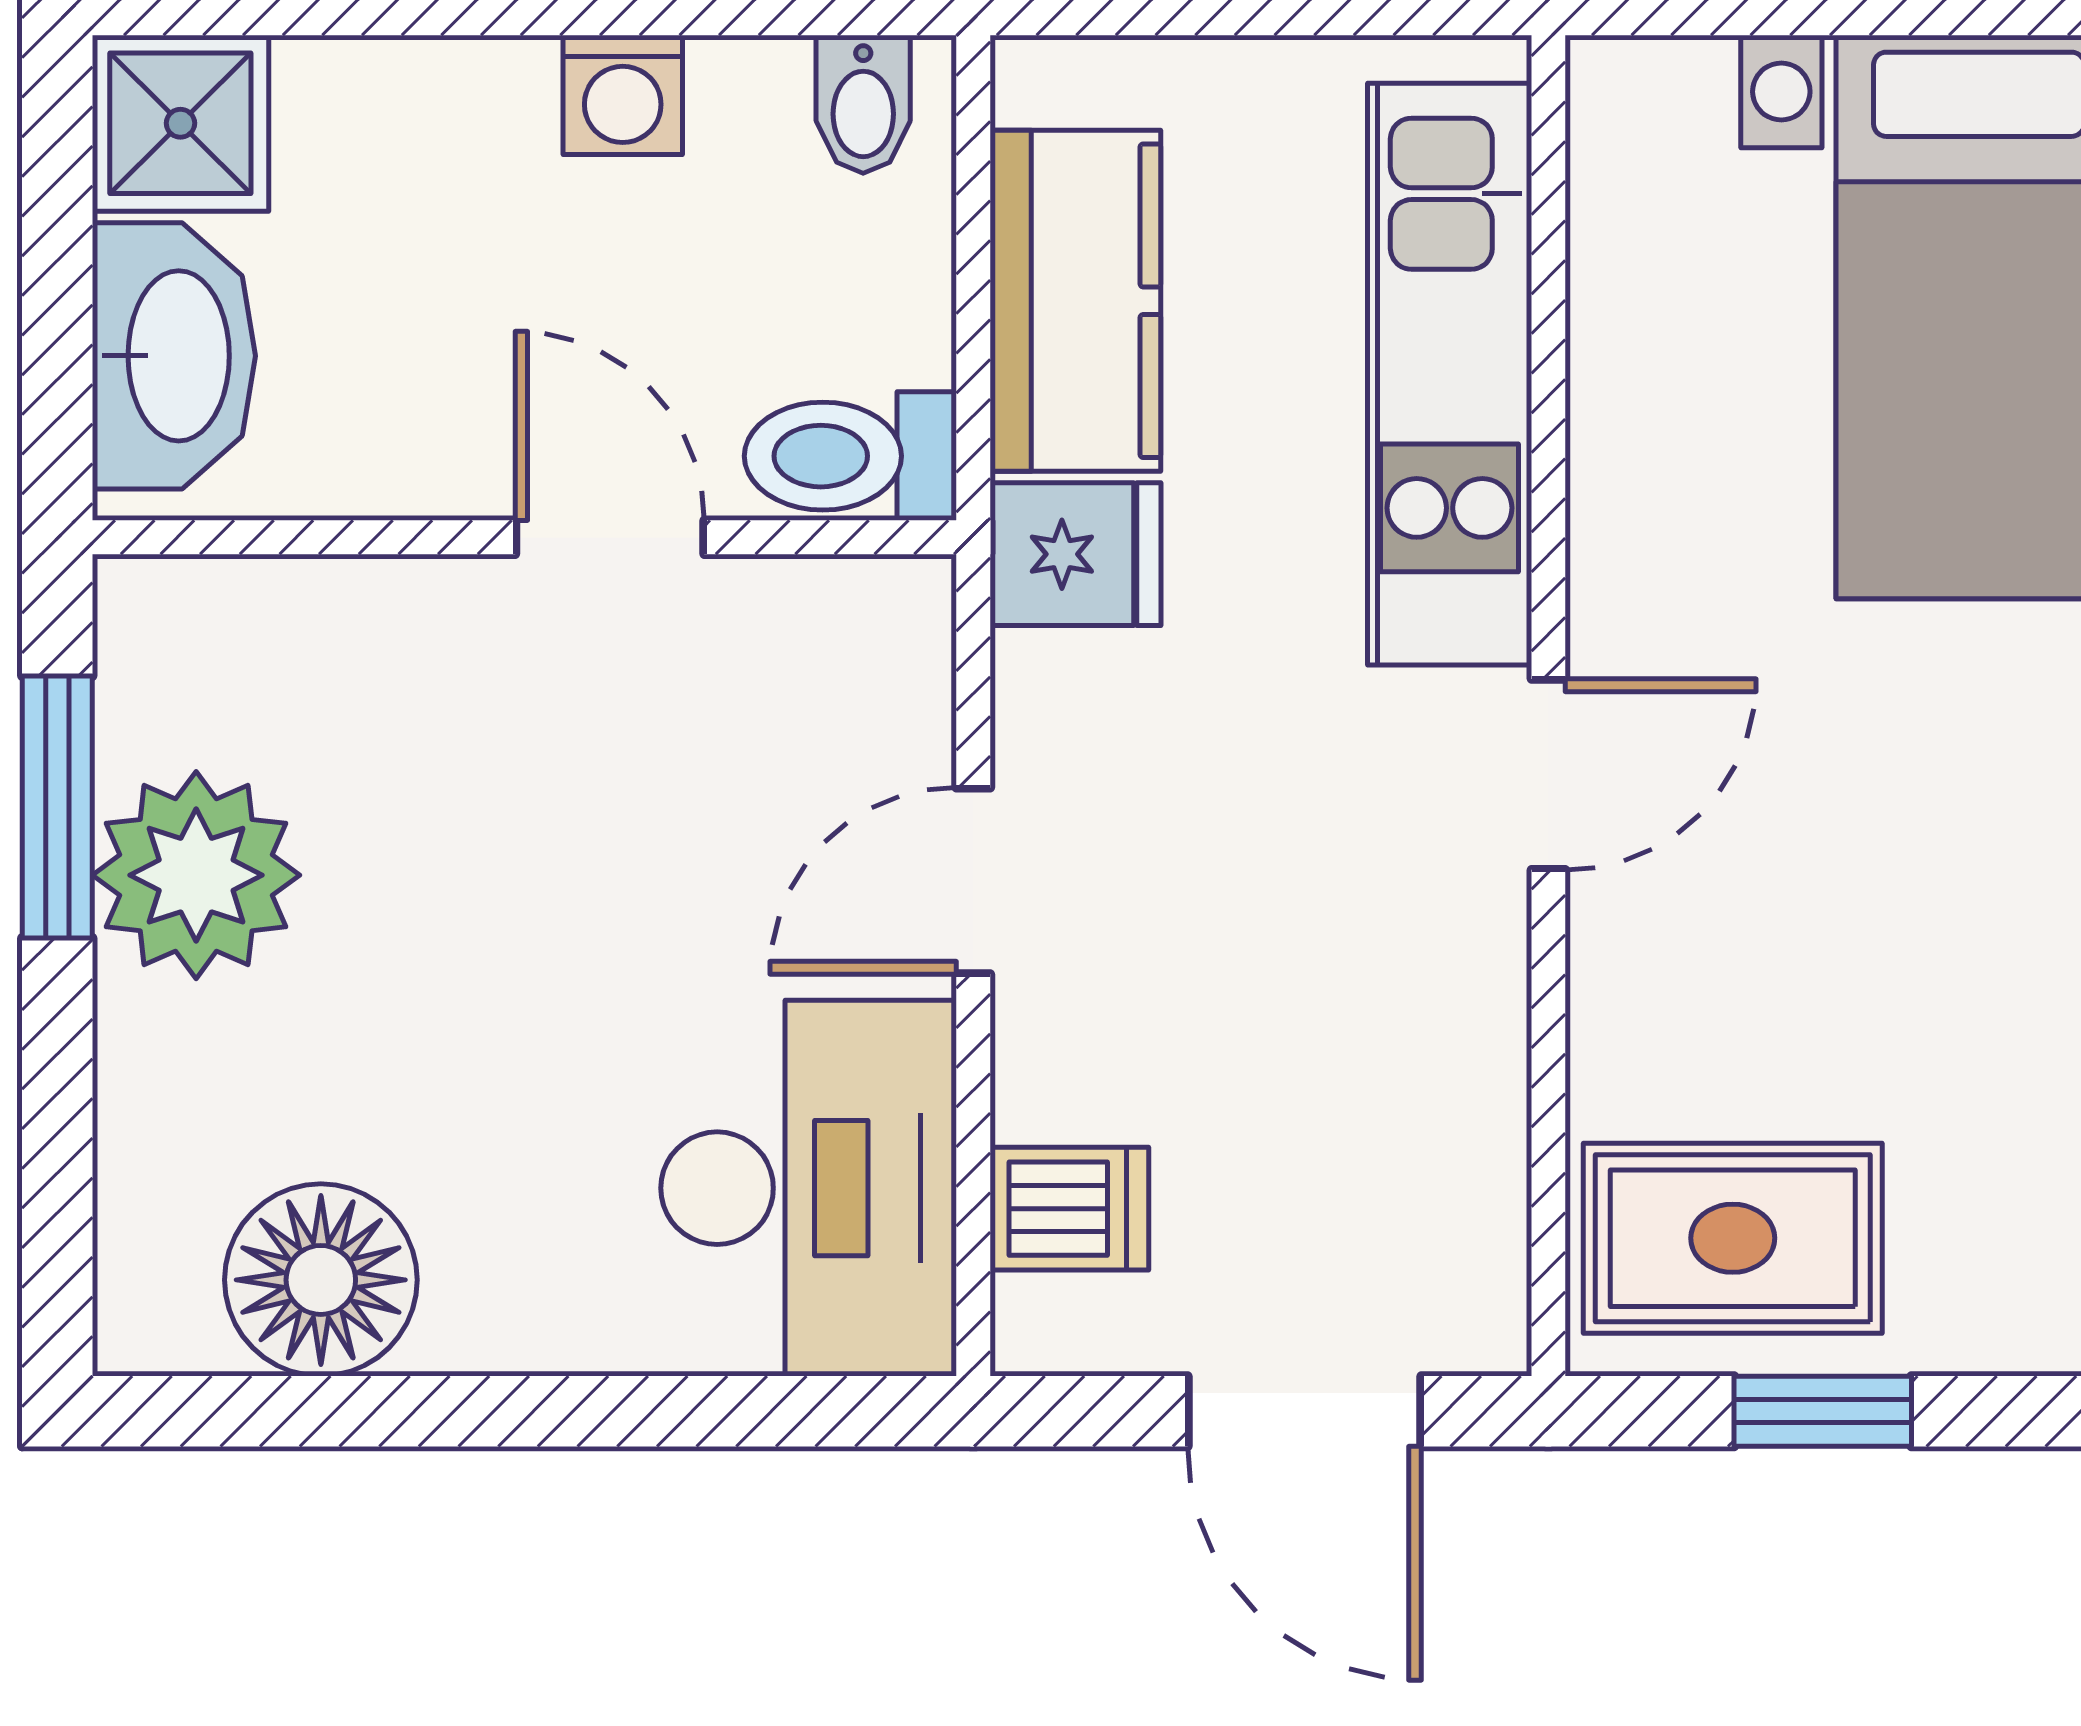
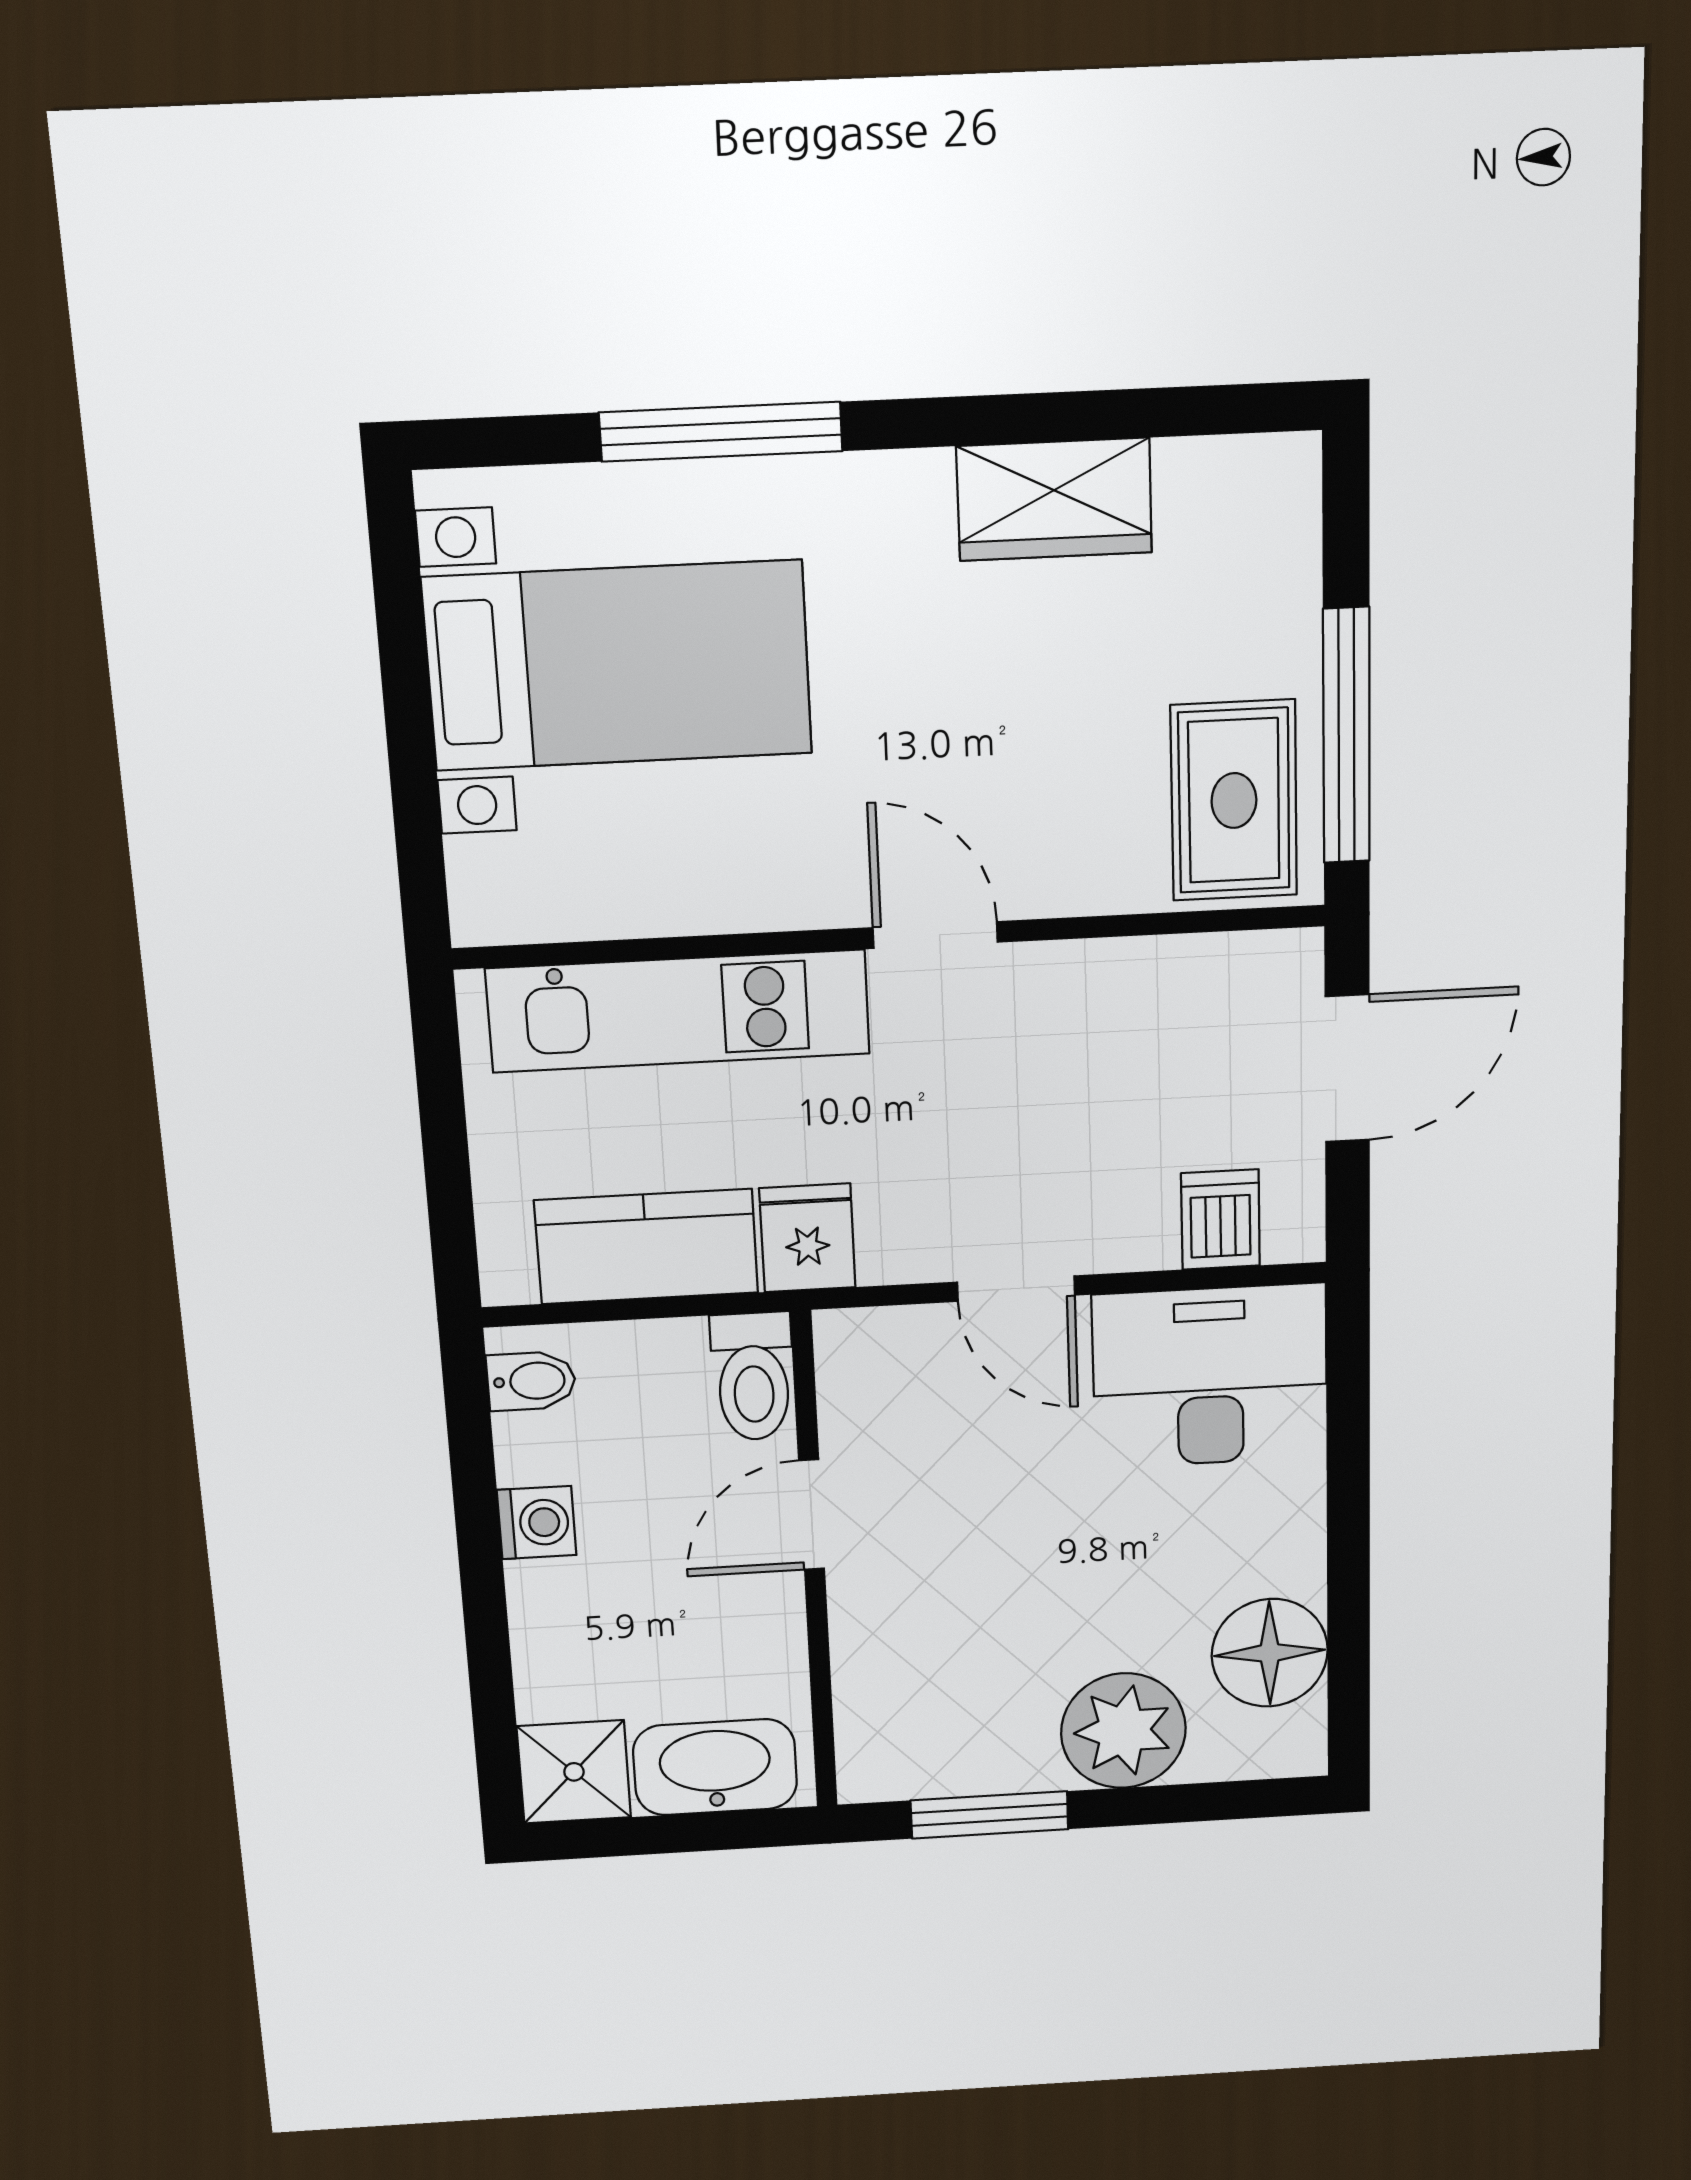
plant: (196, 875) -> (1123, 1731), moved
window: (1823, 1411) -> (1346, 736), width x2.17

